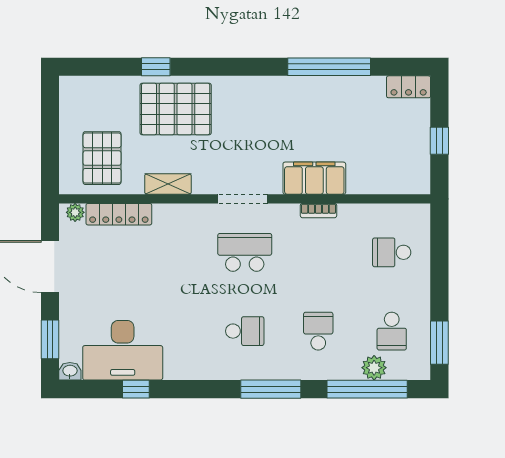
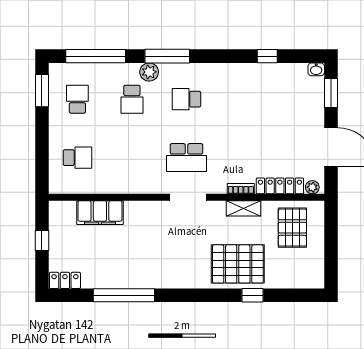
filing cabinet: (314, 178) -> (100, 213), moved
bookcase: (318, 211) -> (241, 189), moved
desk: (123, 350) -> (277, 85), removed
plant: (374, 368) -> (149, 72), moved

